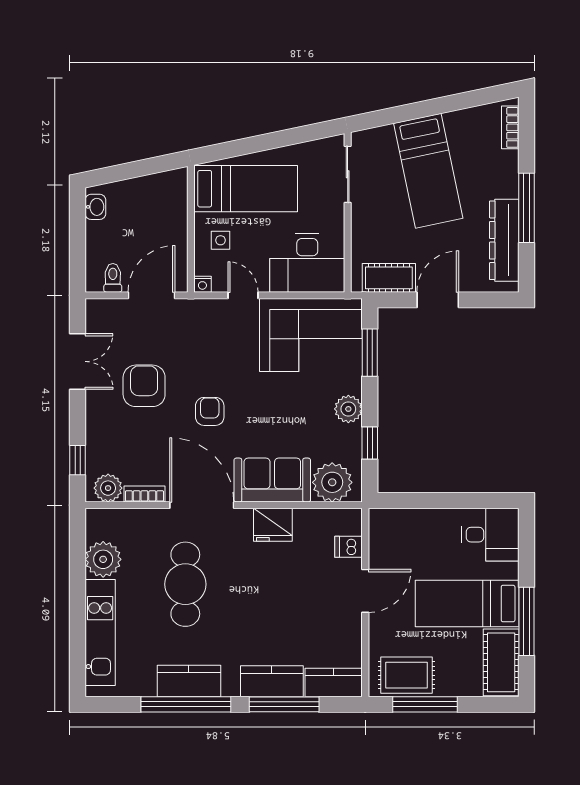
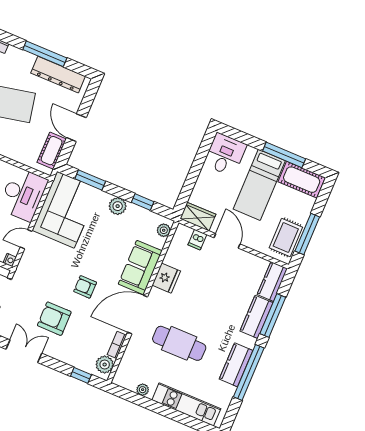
plant: (332, 482) -> (164, 230), width x0.53, depth x0.53
wardrobe: (383, 533) -> (198, 217), added
plant: (103, 559) -> (143, 390), width x0.53, depth x0.53

